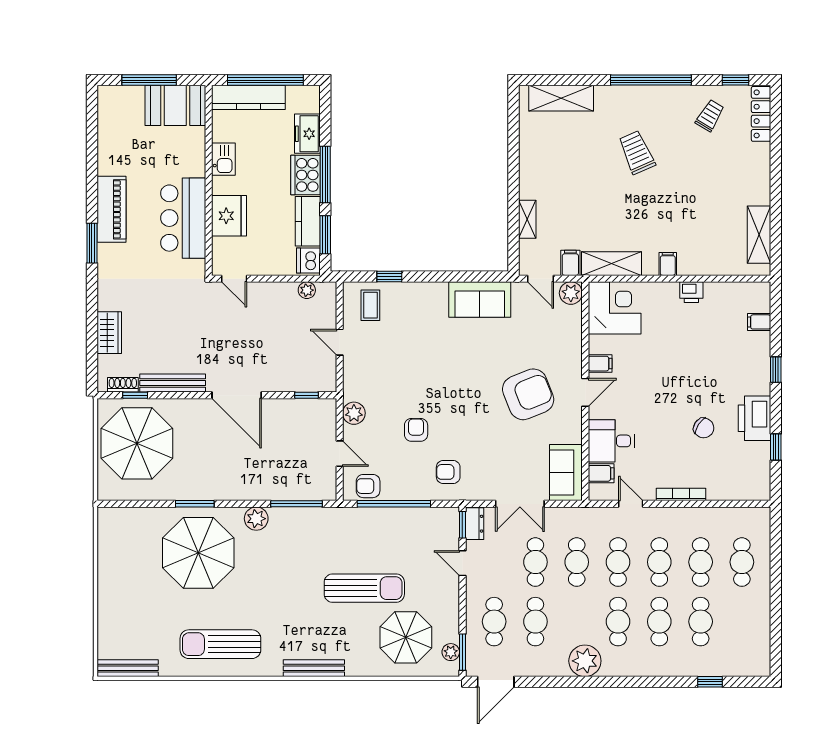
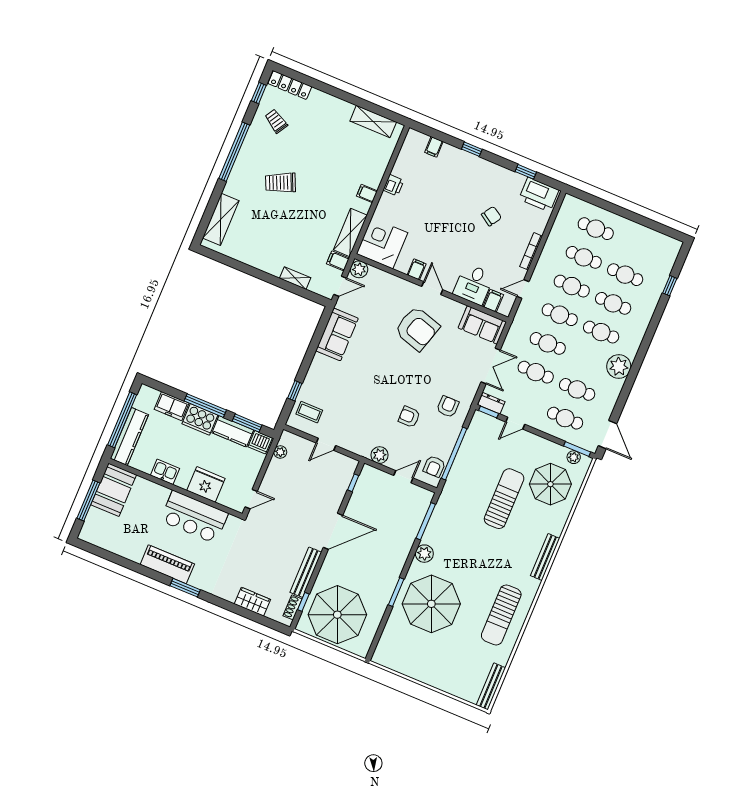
armchair: (528, 394) -> (417, 328), turned 129
printer: (754, 418) -> (539, 195), moved
armchair: (448, 472) -> (448, 407), turned 180

